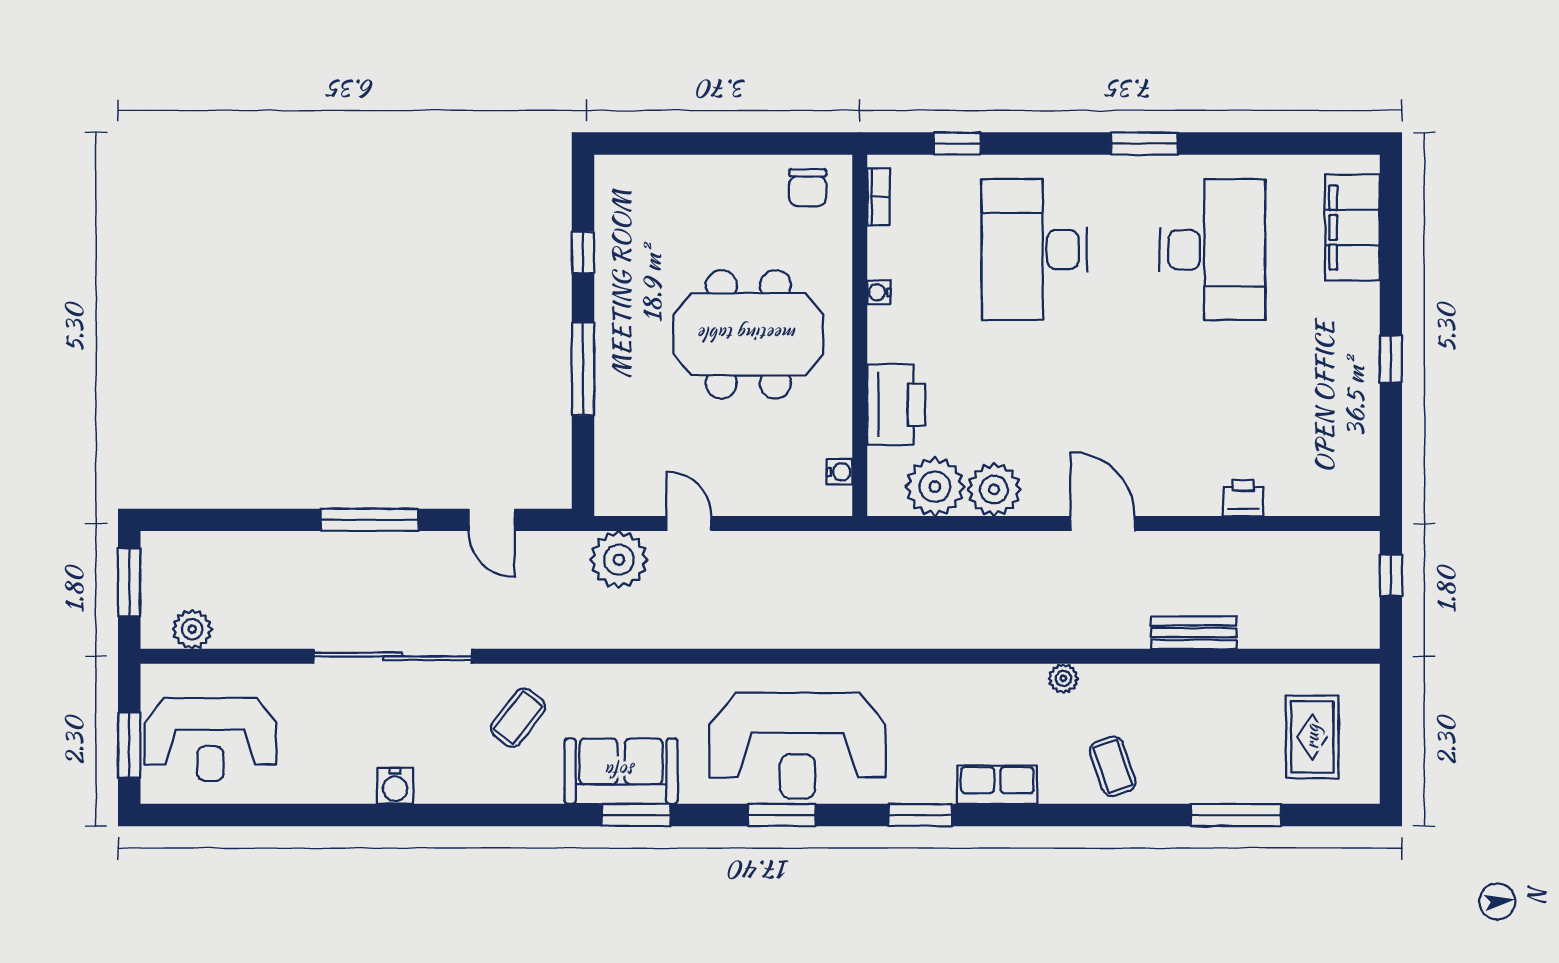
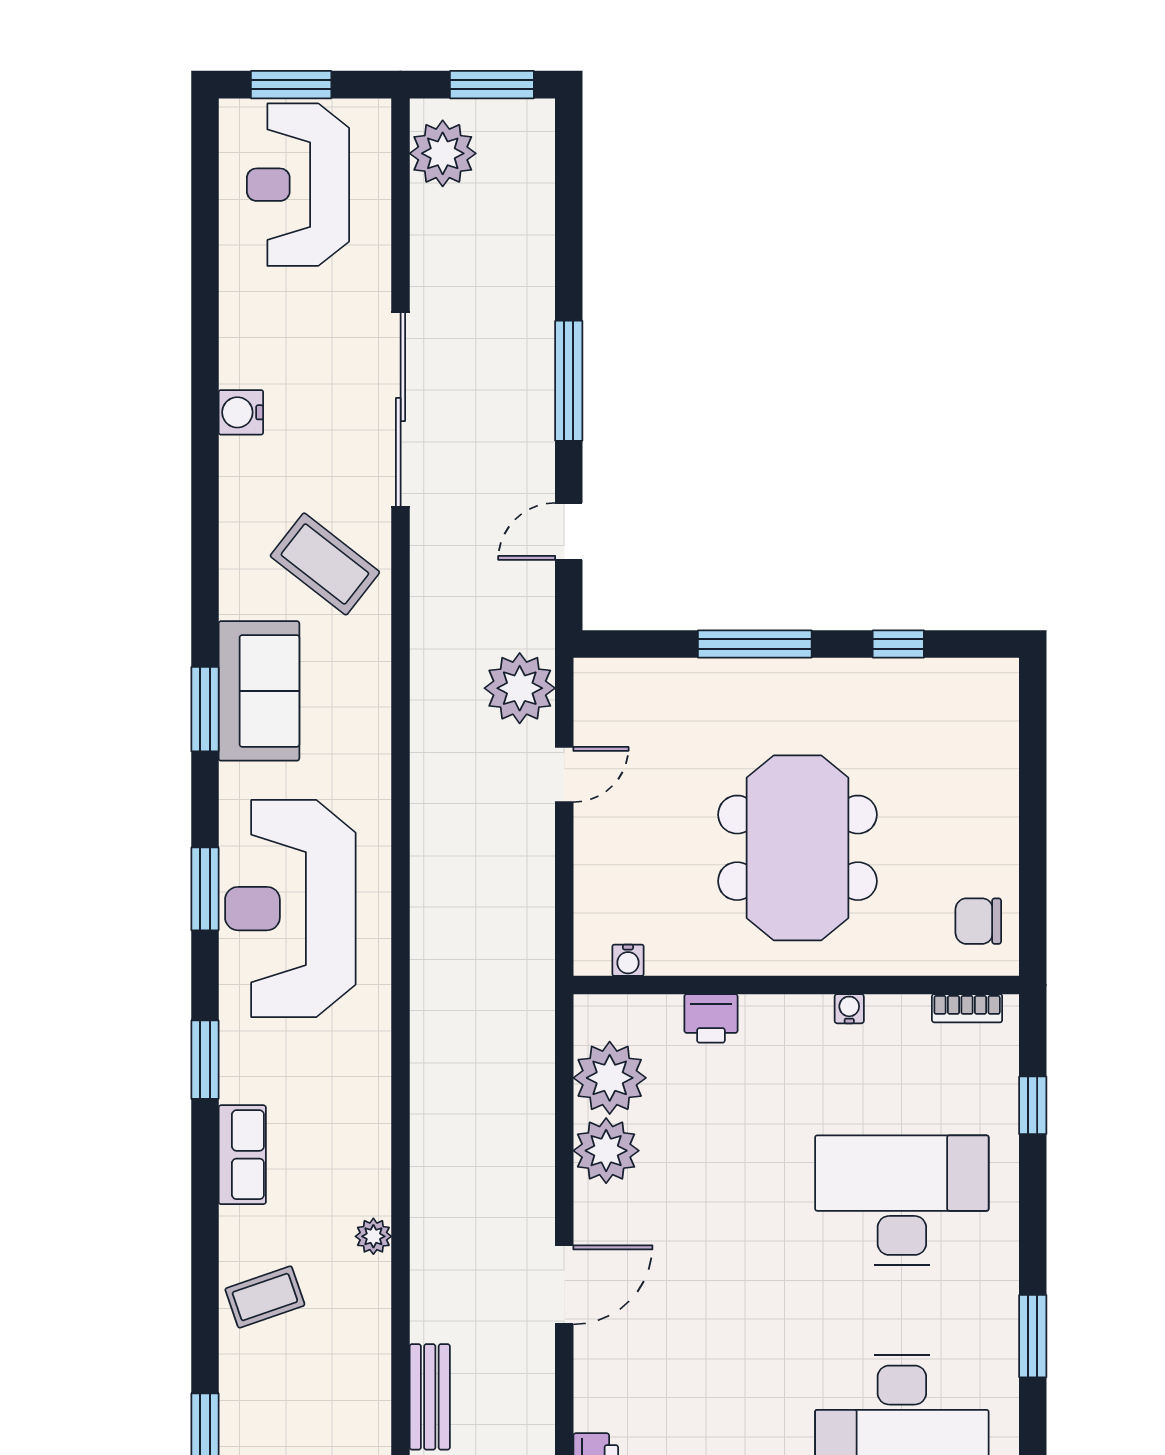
printer: (896, 405) -> (711, 1018), width x0.53, depth x0.68
plant: (192, 629) -> (443, 153), width x1.36, depth x1.36
coffee table: (518, 718) -> (325, 564), width x1.36, depth x1.30

